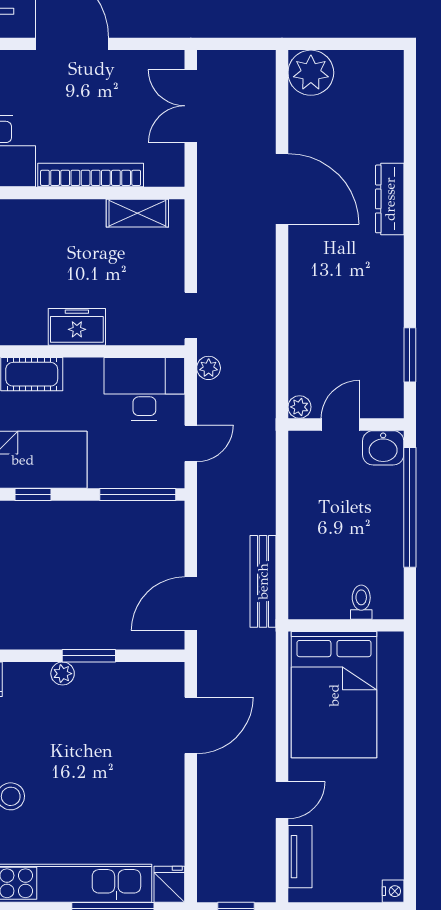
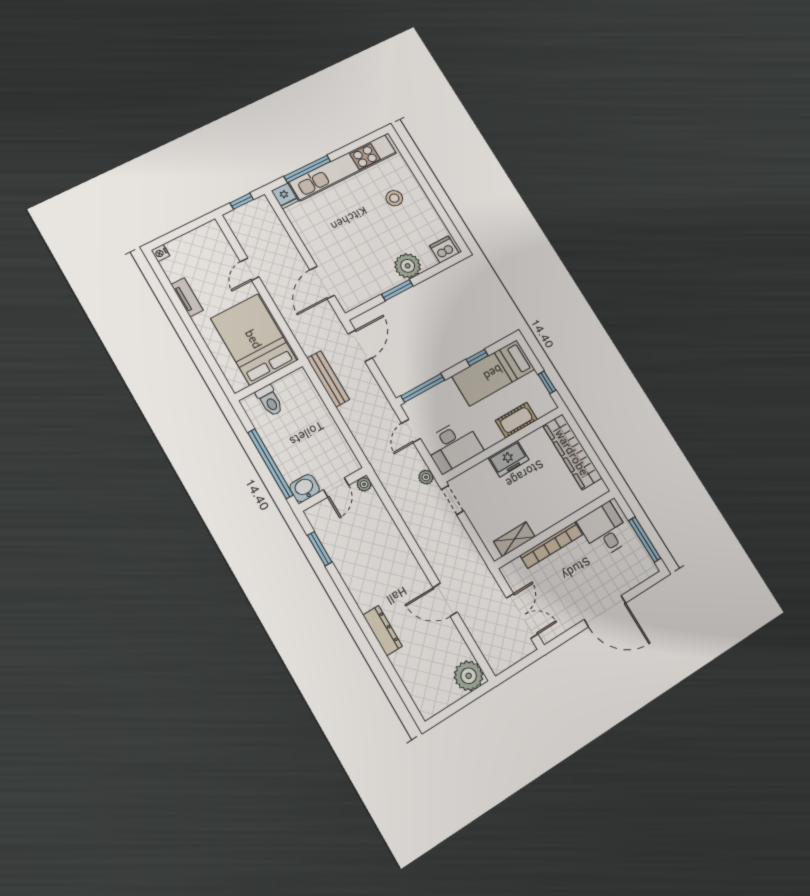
door: (282, 189) -> (445, 600), width x0.73
toilet: (361, 602) -> (270, 401), width x1.37, depth x1.39
plant: (63, 674) -> (408, 266), width x1.88, depth x1.88
tv unit: (300, 857) -> (187, 297), moved, turned 180

